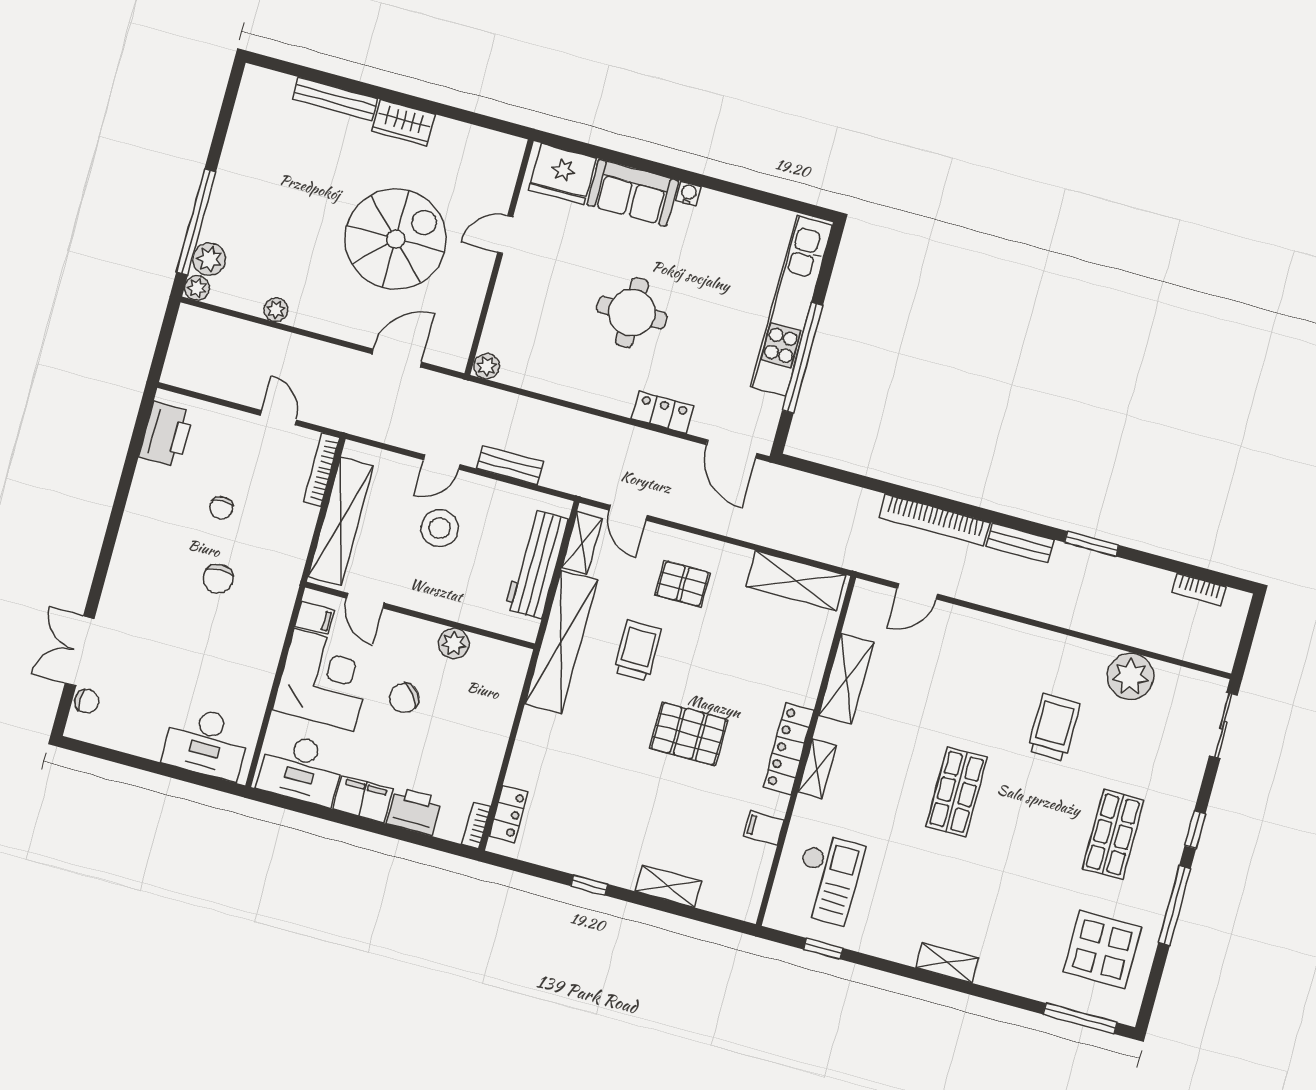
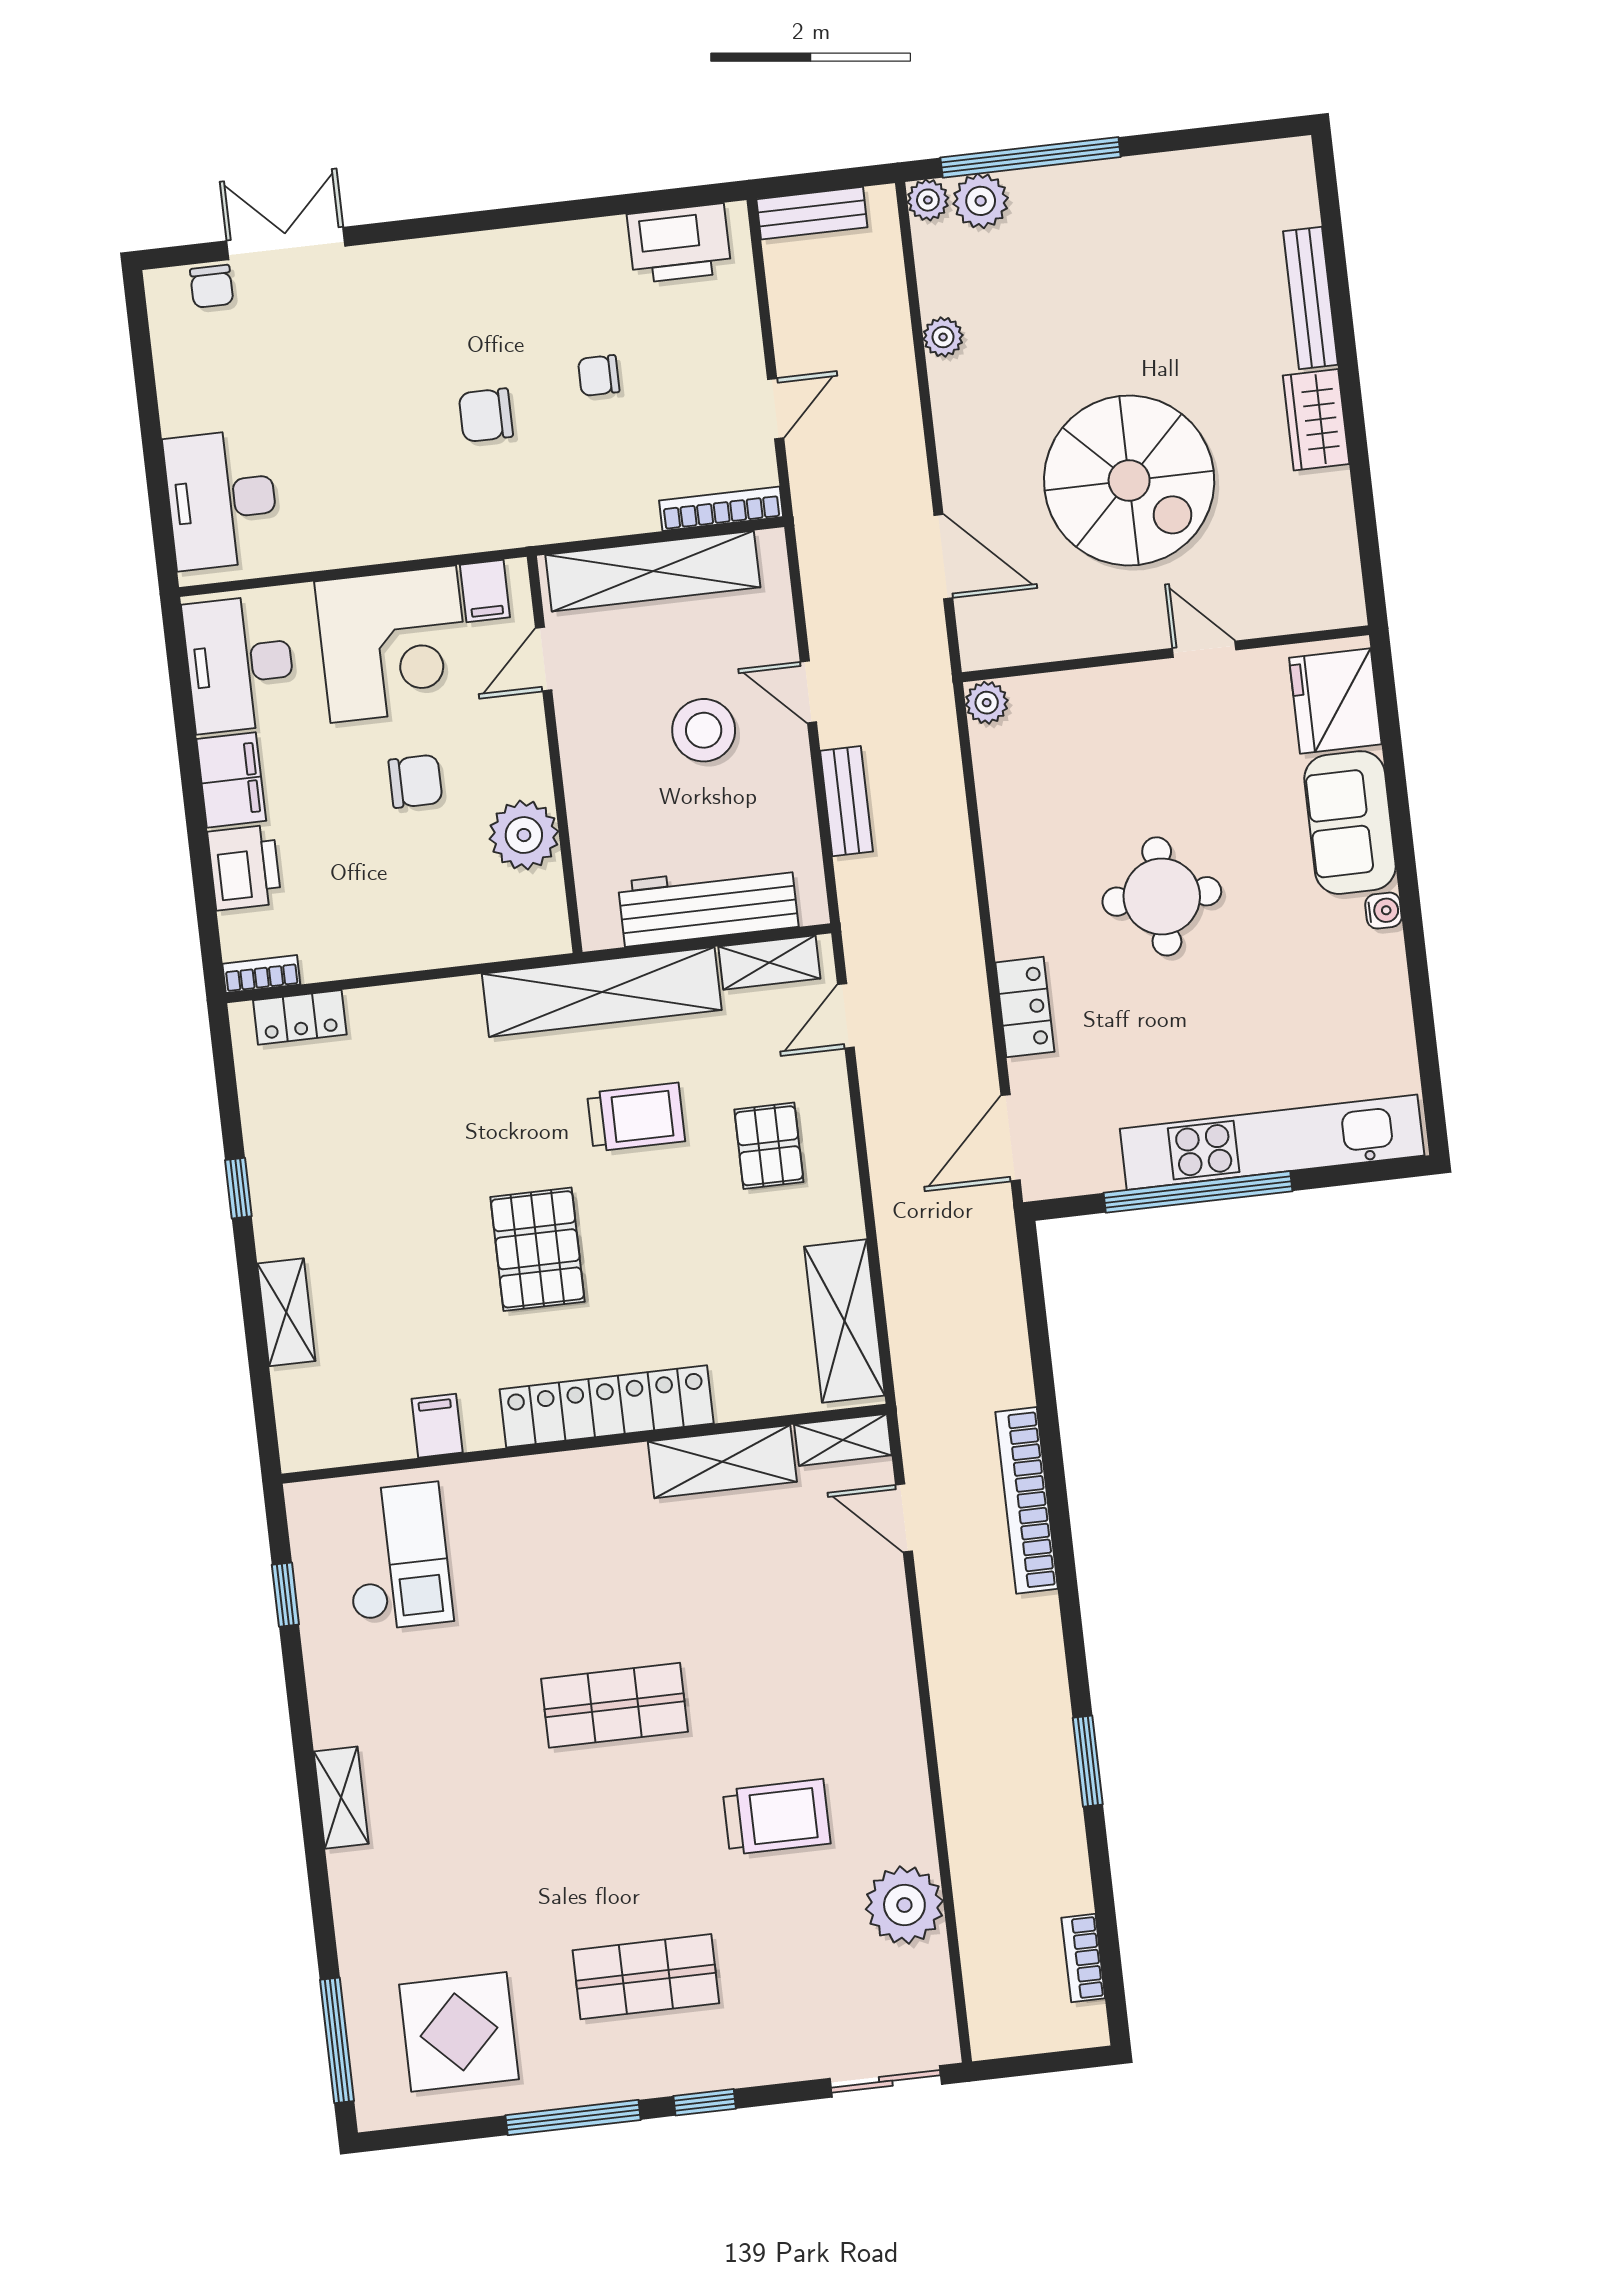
bench: (1020, 543) -> (812, 213), moved, turned 90
plant: (454, 643) -> (524, 835), width x1.36, depth x1.36
chair: (404, 698) -> (415, 781), turned 128
locker: (789, 749) -> (607, 1406), width x1.41, depth x1.21
shelving: (817, 769) -> (843, 1440), moved
checkout: (827, 879) -> (397, 1557), turned -90

